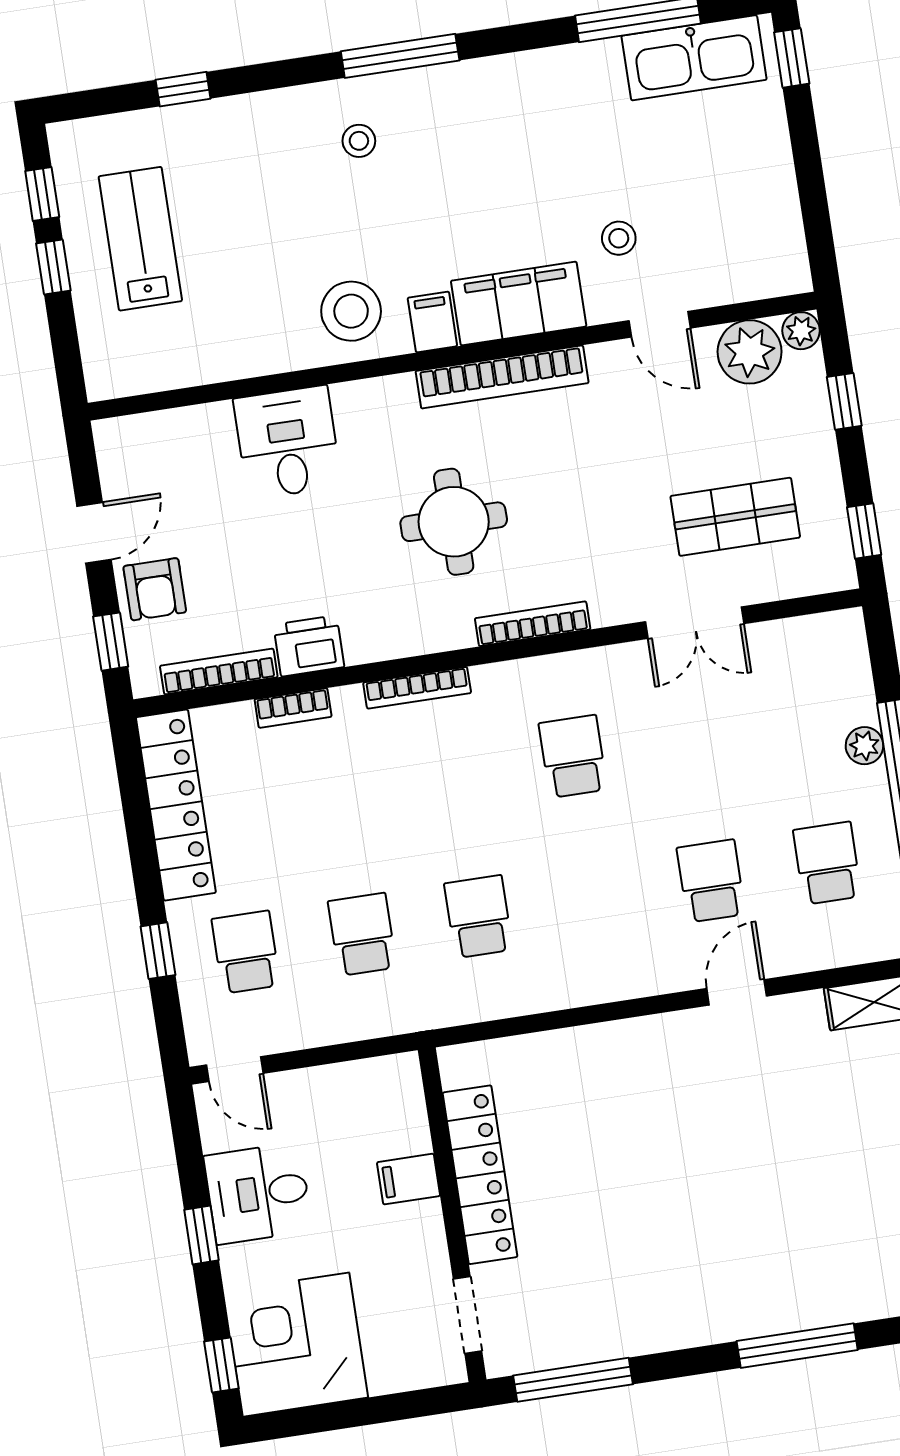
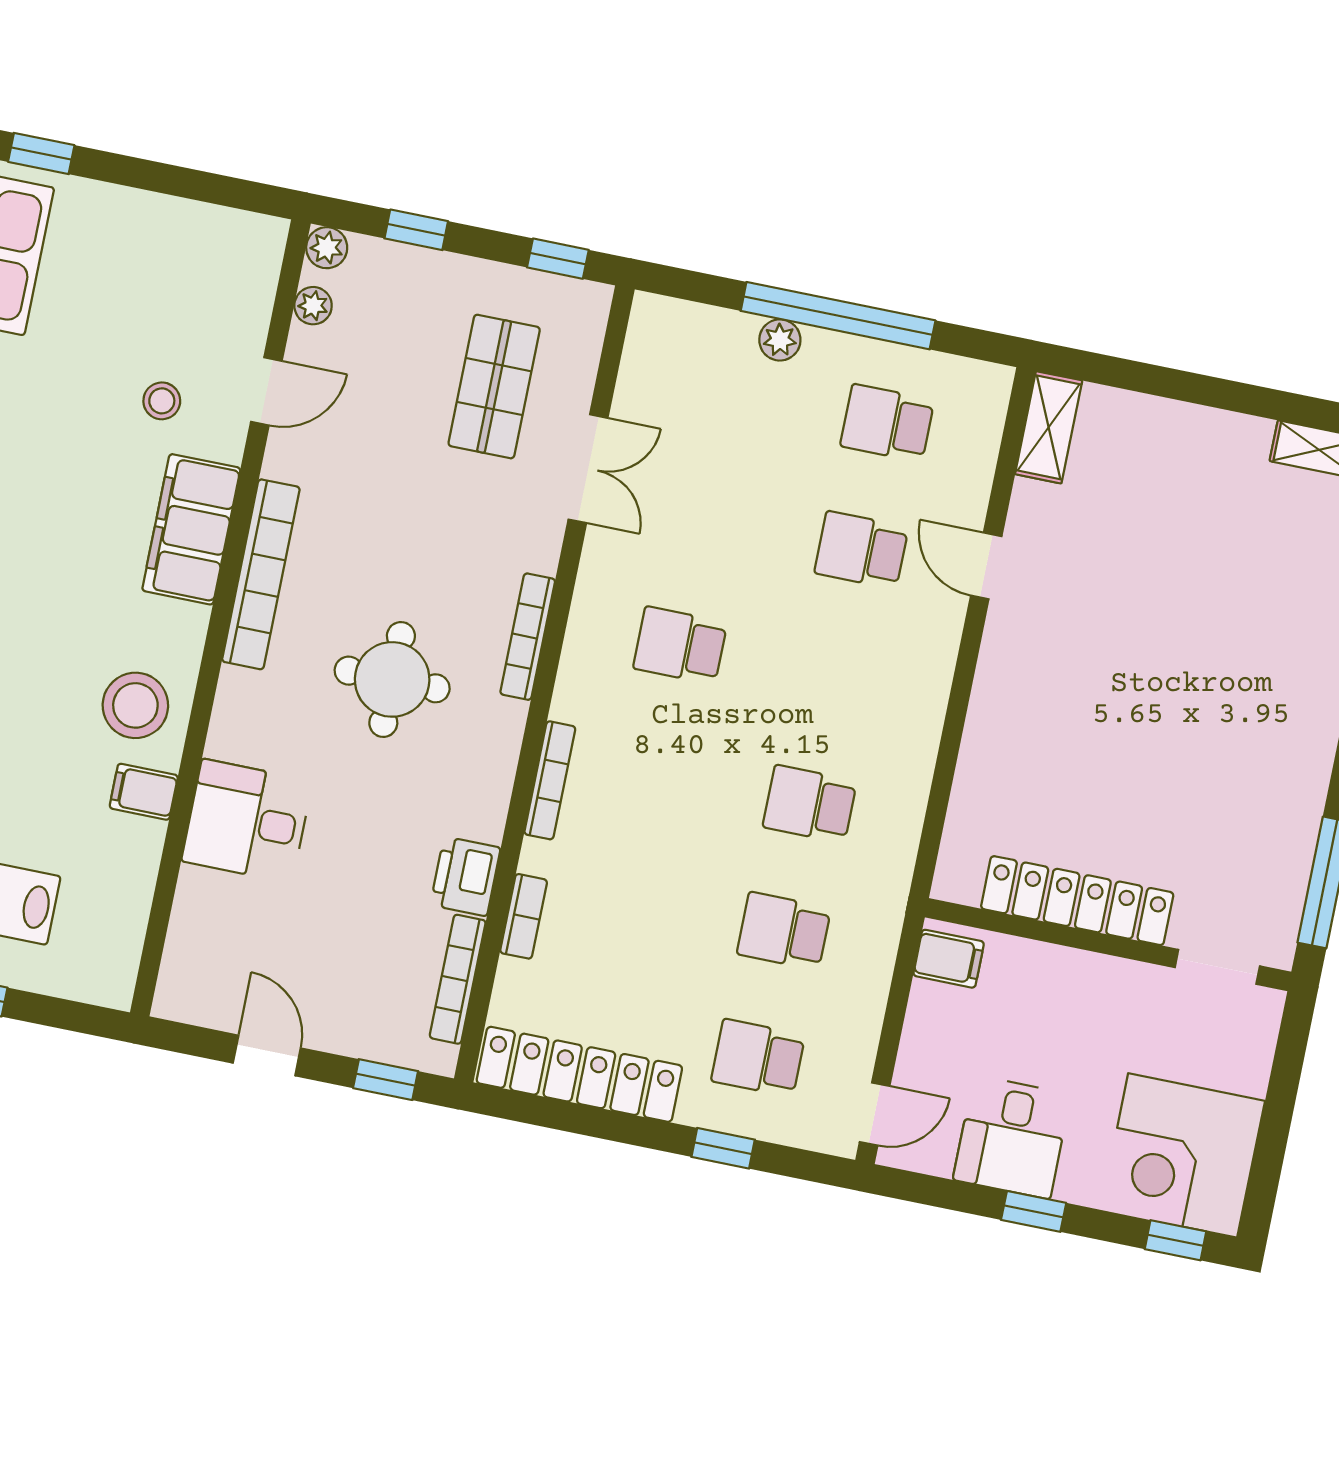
filing cabinet: (432, 322) -> (144, 792), moved
plant: (750, 352) -> (313, 306), width x0.53, depth x0.53
armchair: (155, 589) -> (348, 1014), removed
filing cabinet: (409, 1179) -> (949, 959), moved, turned -90

